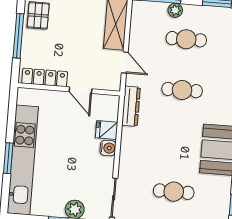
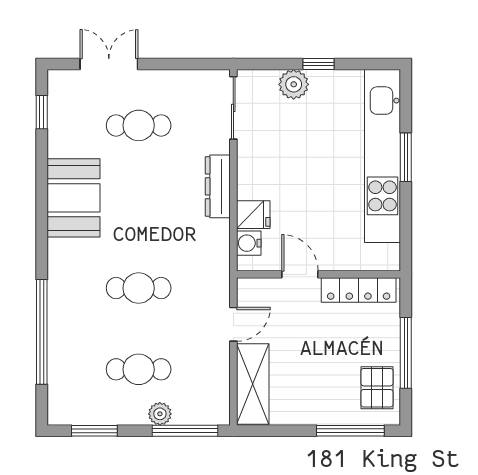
door: (125, 62) -> (233, 324), swing flipped
dresser: (131, 106) -> (218, 186), moved
water cooler: (108, 148) -> (249, 243), moved

